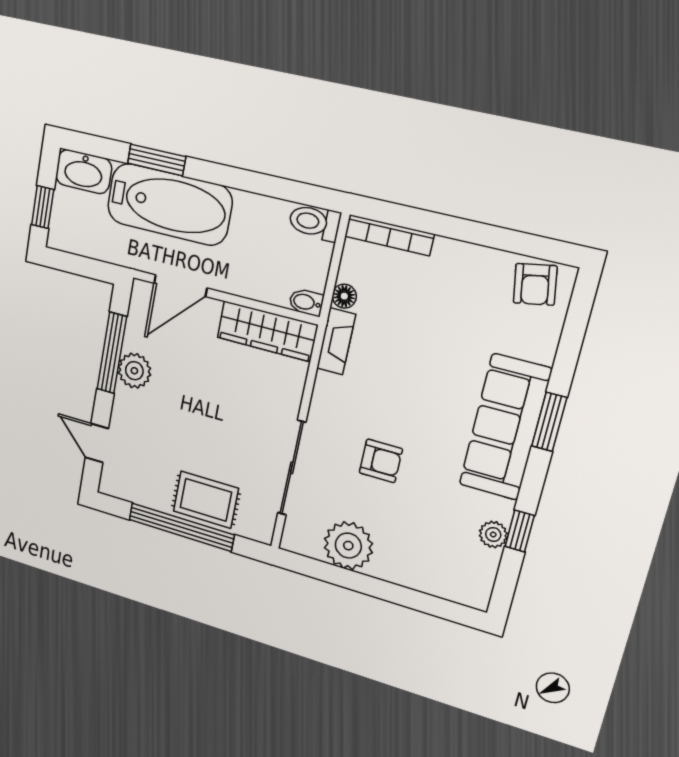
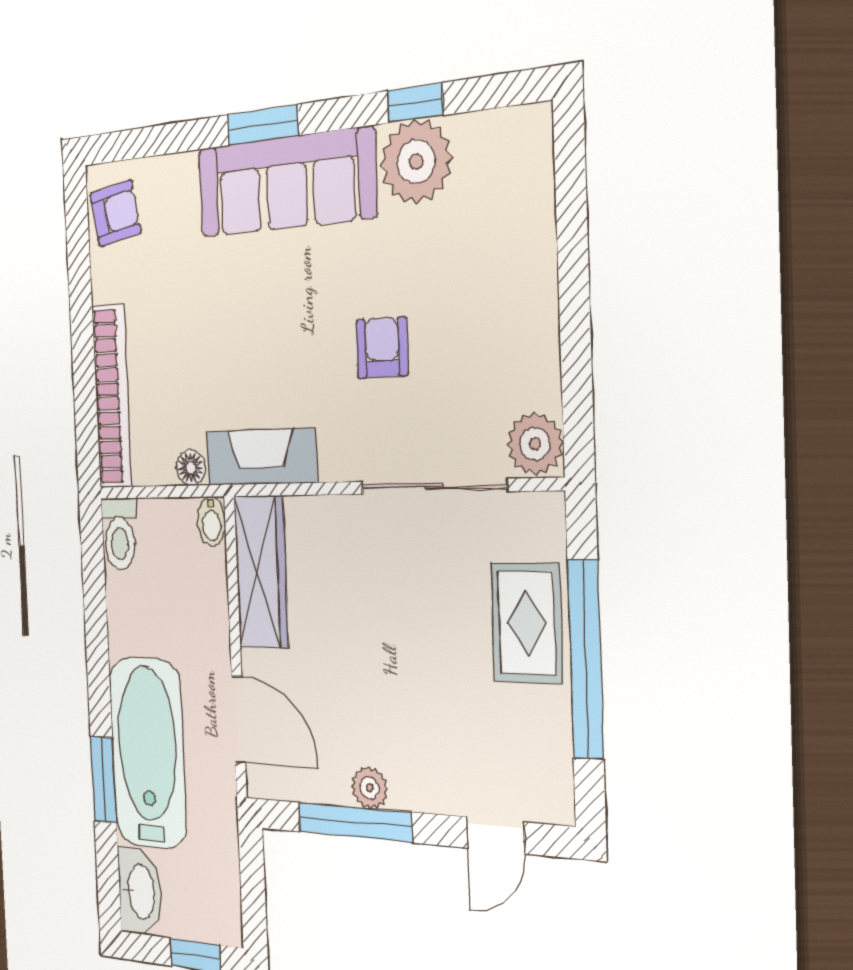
bookcase: (389, 235) -> (112, 396), width x1.48, depth x1.31
fireplace: (336, 341) -> (261, 457), width x1.37, depth x1.32
plant: (134, 371) -> (370, 788), width x0.73, depth x0.73
plant: (493, 534) -> (416, 162), width x1.88, depth x1.88
plant: (348, 546) -> (535, 444), moved, width x0.73, depth x0.73

